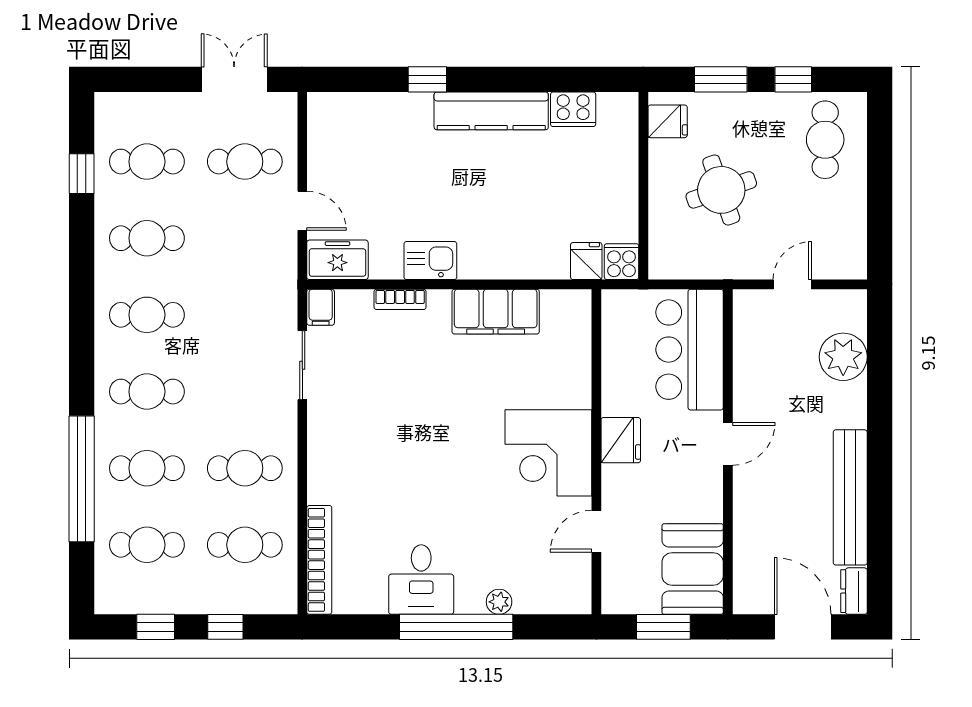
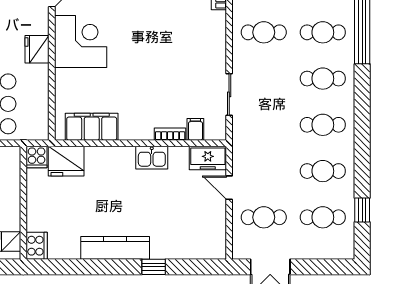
cooker: (573, 109) -> (37, 246), moved, turned 90
fridge: (586, 261) -> (66, 161), width x1.88, depth x1.34
filing cabinet: (321, 307) -> (195, 129), moved
filing cabinet: (496, 312) -> (92, 127), moved

